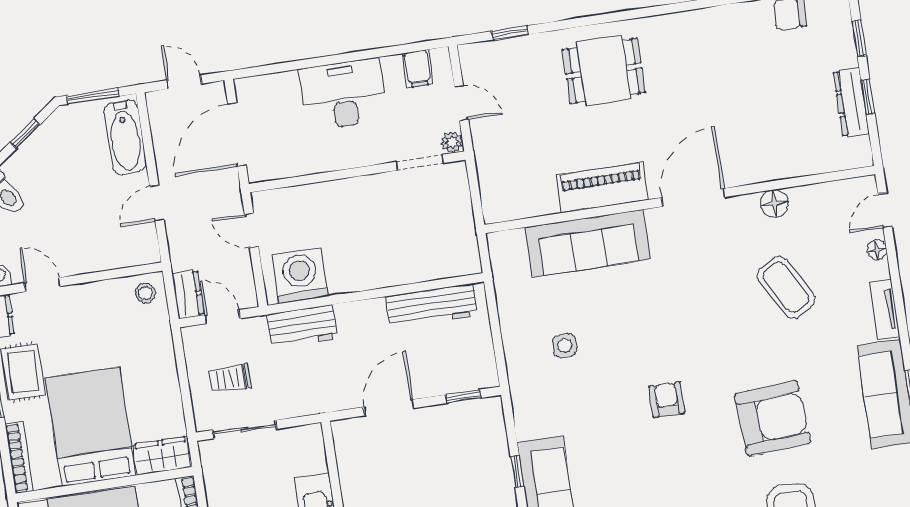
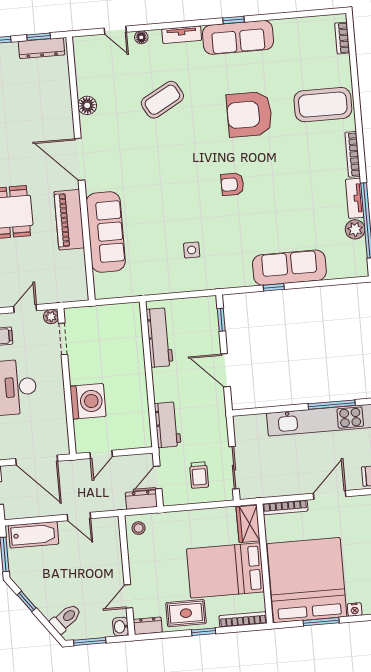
piano: (602, 188) -> (69, 220), moved
door: (693, 197) -> (80, 159), moved
wall: (680, 199) -> (80, 169), moved
floor lamp: (774, 203) -> (87, 105), moved
sofa: (588, 243) -> (106, 232), moved
washing machine: (300, 276) -> (88, 401), moved, turned 180
armchair: (773, 418) -> (249, 114), turned -86

